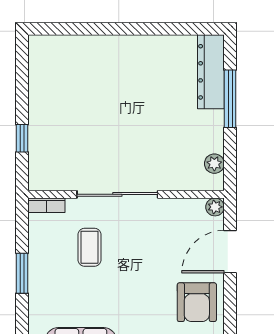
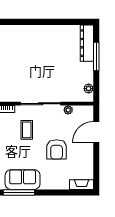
plant: (215, 207) -> (68, 110), moved
armchair: (197, 302) -> (57, 149), moved

